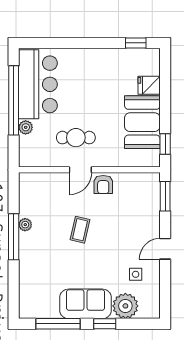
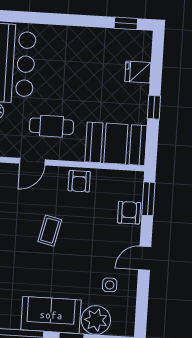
booth: (142, 122) -> (116, 144), moved, turned 90
window: (165, 144) -> (154, 107), moved
door: (80, 170) -> (32, 162), moved
armchair: (149, 210) -> (129, 213), added

